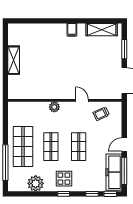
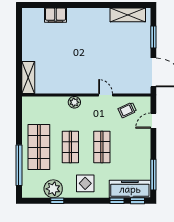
filing cabinet: (72, 30) -> (56, 15), moved, width x2.00
shelving: (14, 60) -> (28, 77), moved
door: (124, 145) -> (153, 121), moved
freezer: (114, 172) -> (130, 189), moved, turned 90
window: (64, 194) -> (57, 201), moved

